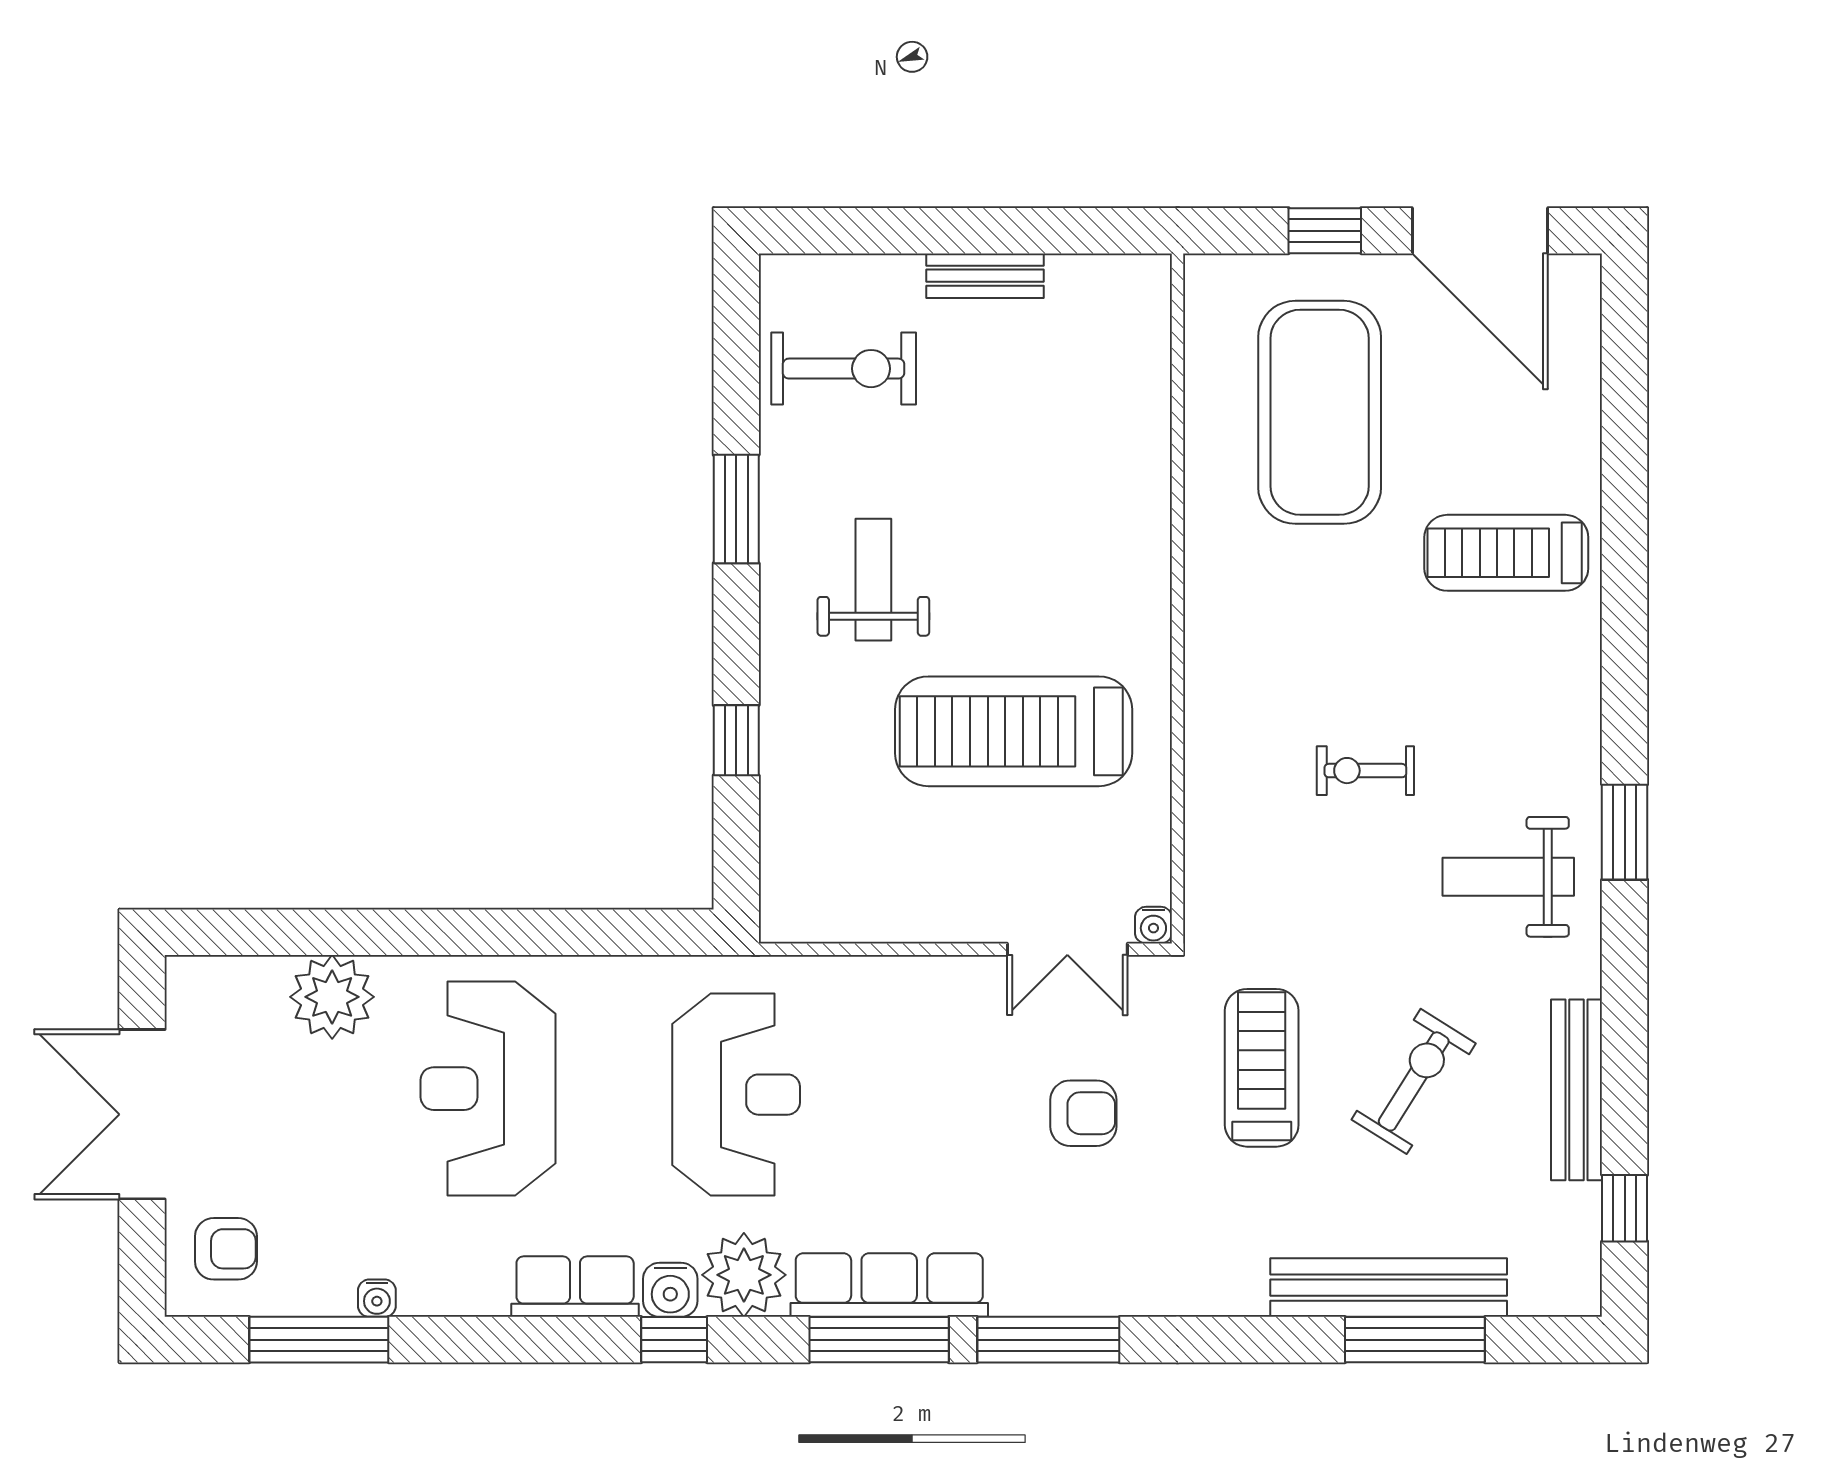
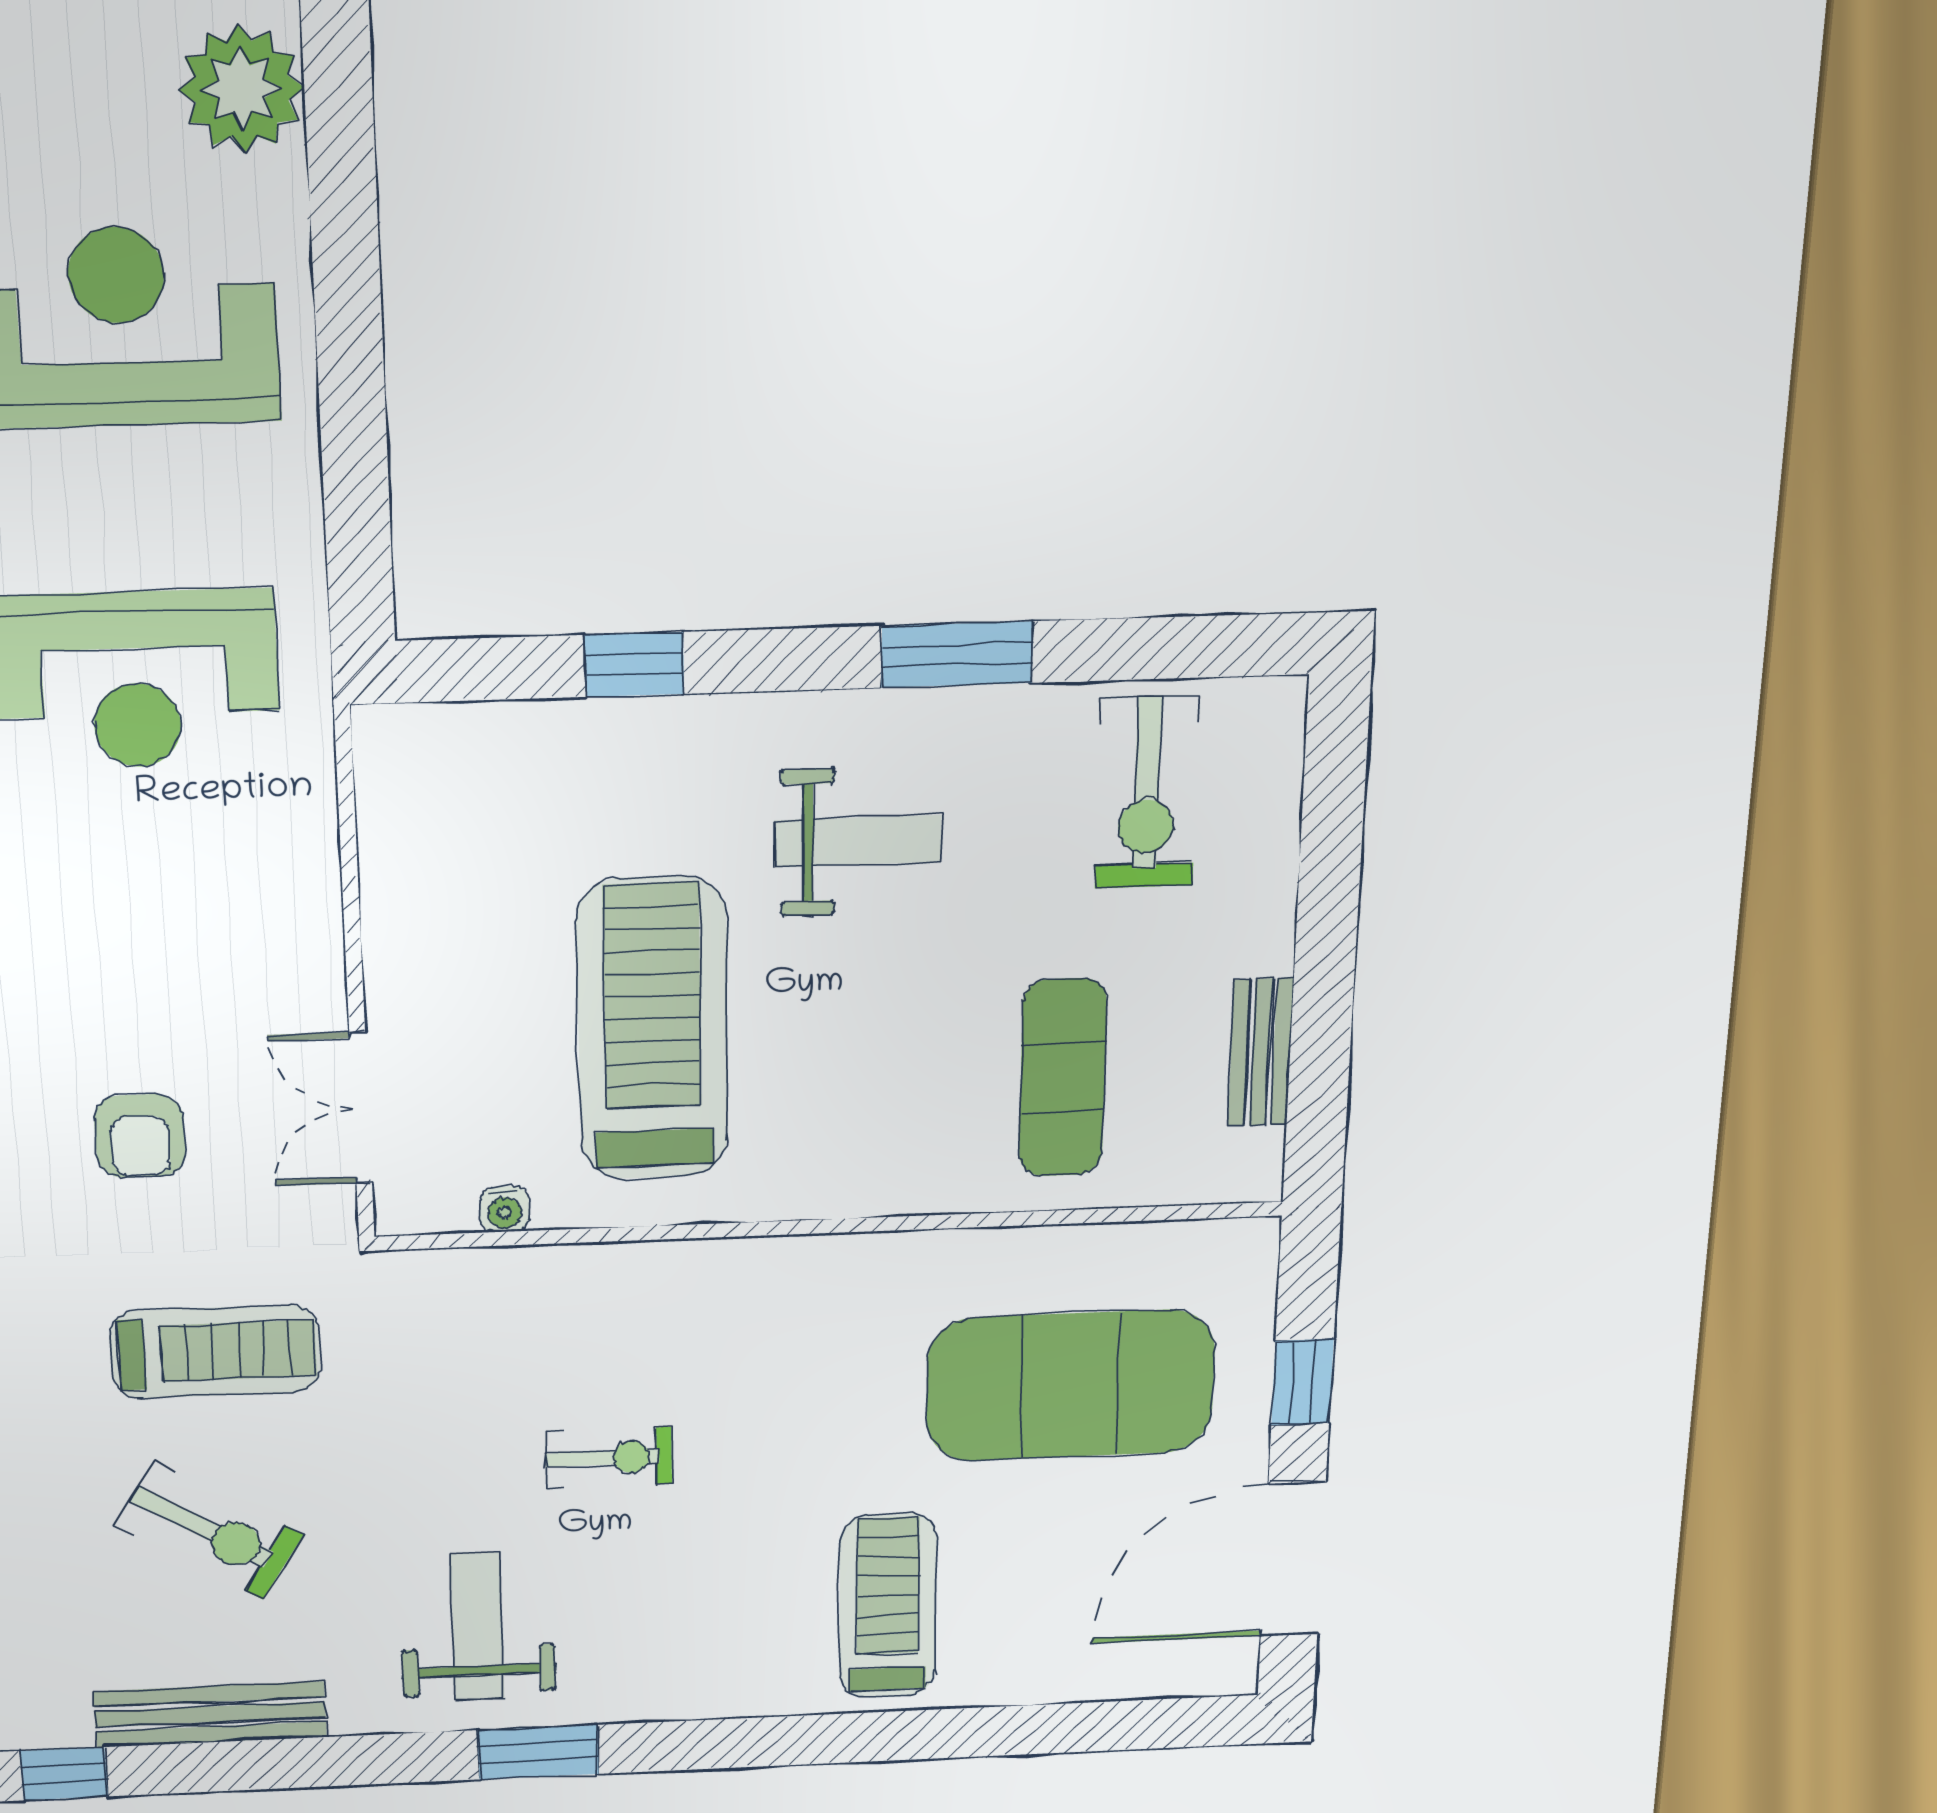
bench: (985, 276) -> (1261, 1052), moved
exercise mat: (1064, 425) -> (1063, 1078), added
exercise bike: (1365, 771) -> (609, 1458), turned 90
water cooler: (1153, 925) -> (504, 1209), moved, turned -90

